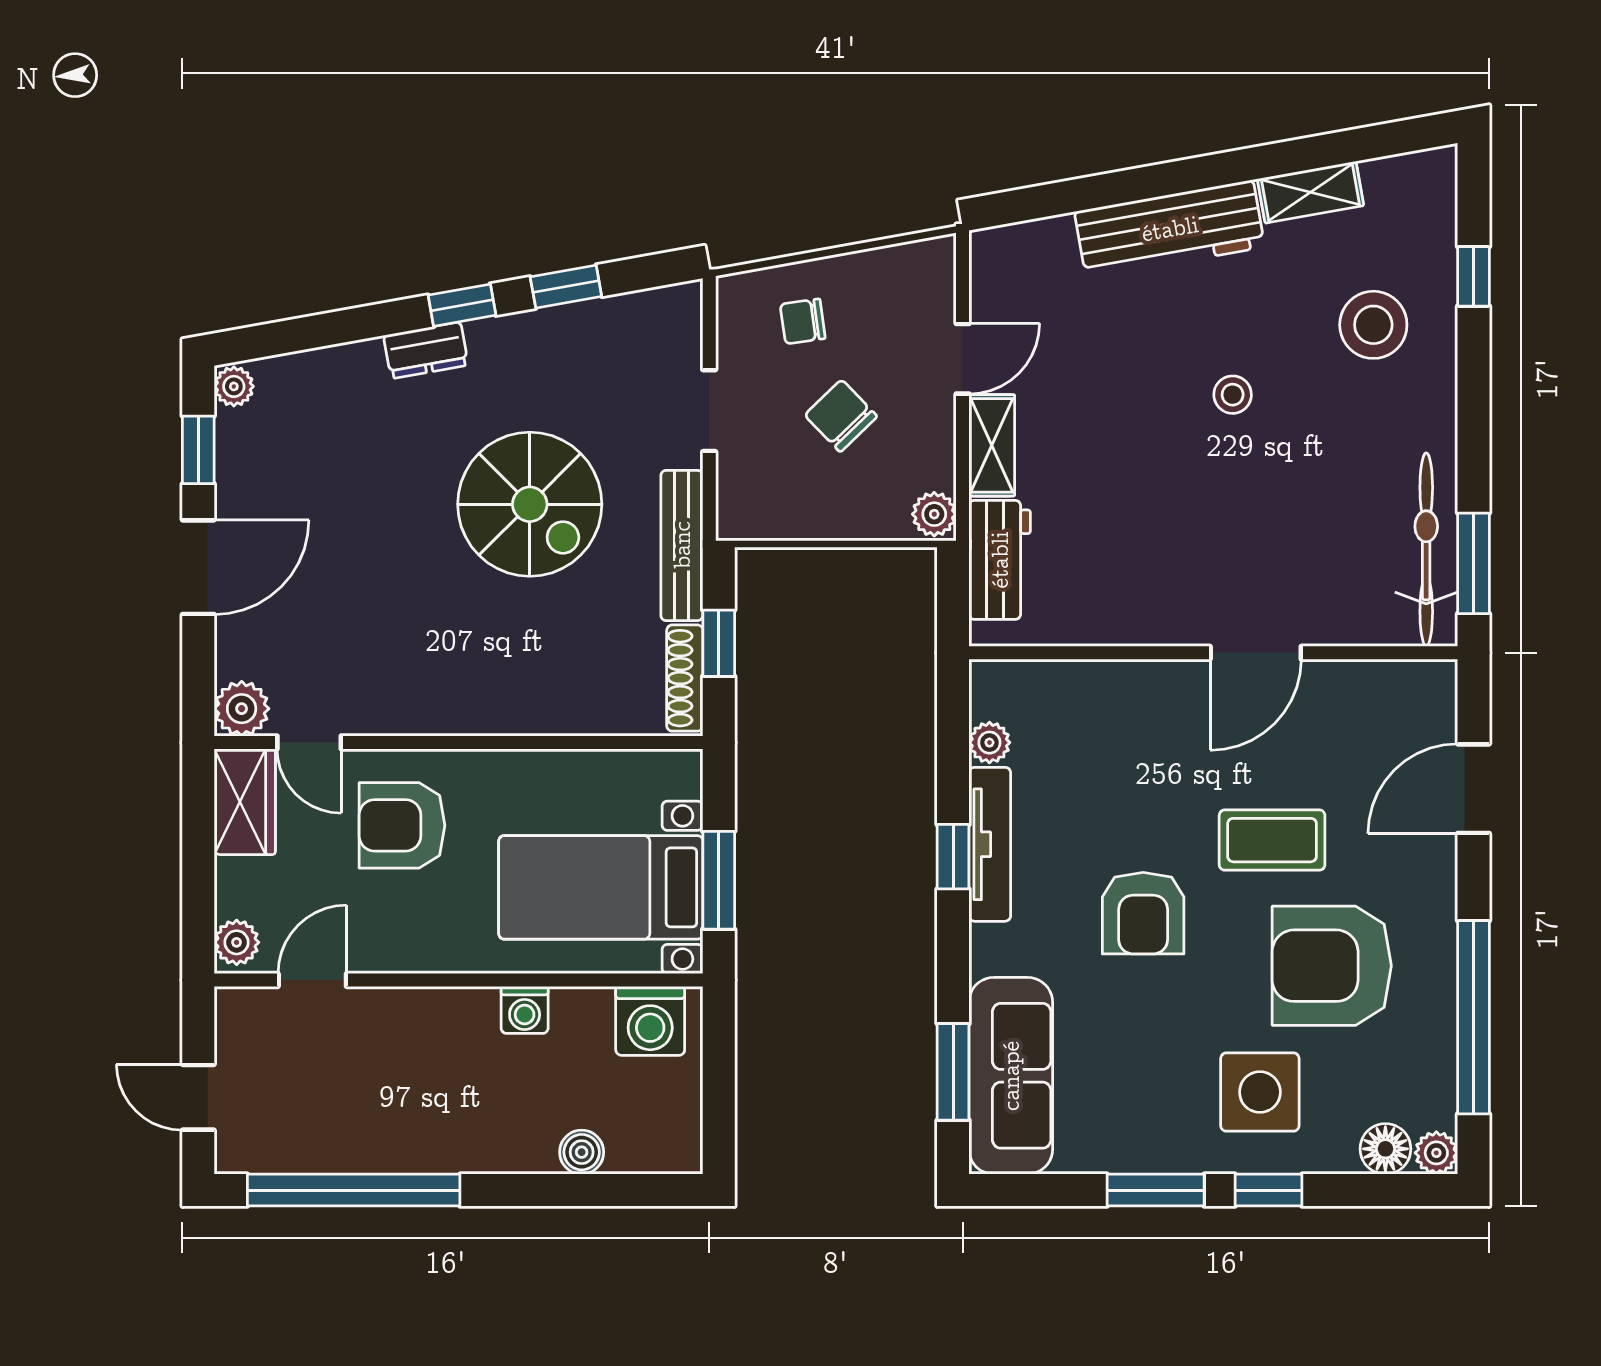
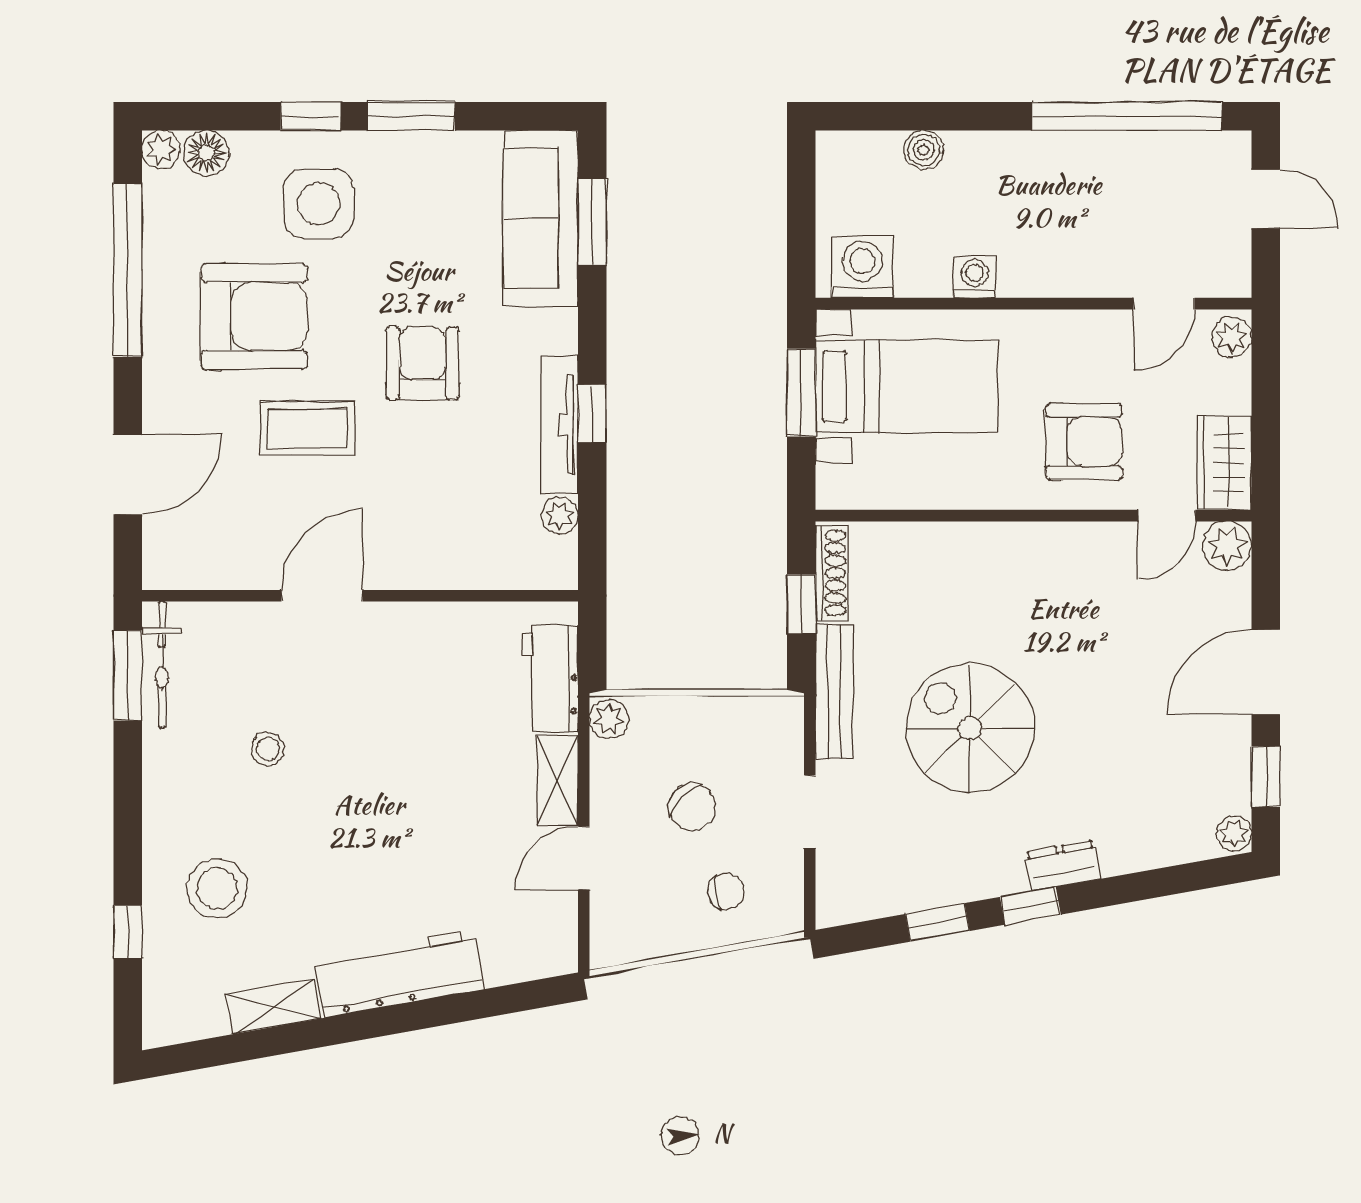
stool: (1233, 395) -> (268, 749), moved
bicycle: (1426, 550) -> (162, 665), width x0.73, depth x0.71
door: (309, 742) -> (1167, 516), swing flipped

